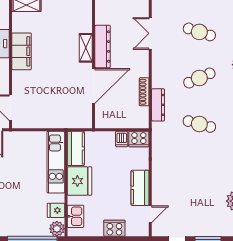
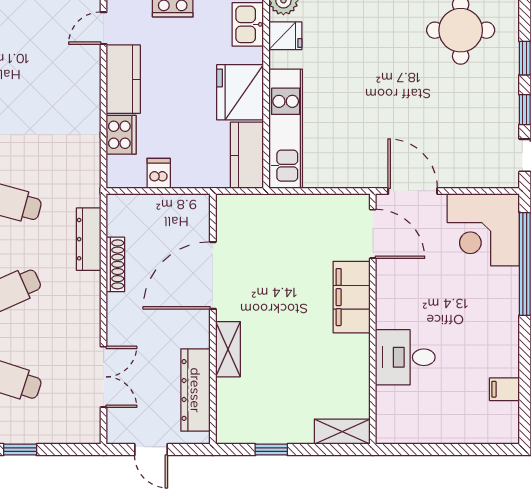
dresser: (103, 46) -> (195, 390), moved
filing cabinet: (22, 51) -> (352, 297), moved
cooker: (139, 139) -> (121, 135), moved, turned 90

